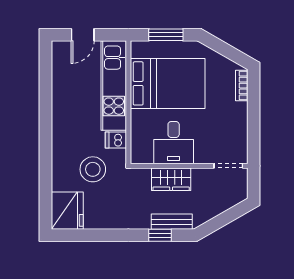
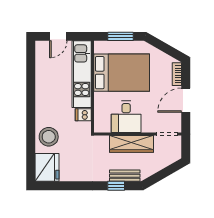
door: (254, 120) -> (186, 100), added
stool: (93, 169) -> (49, 137), moved
wardrobe: (171, 179) -> (132, 144), width x1.50

